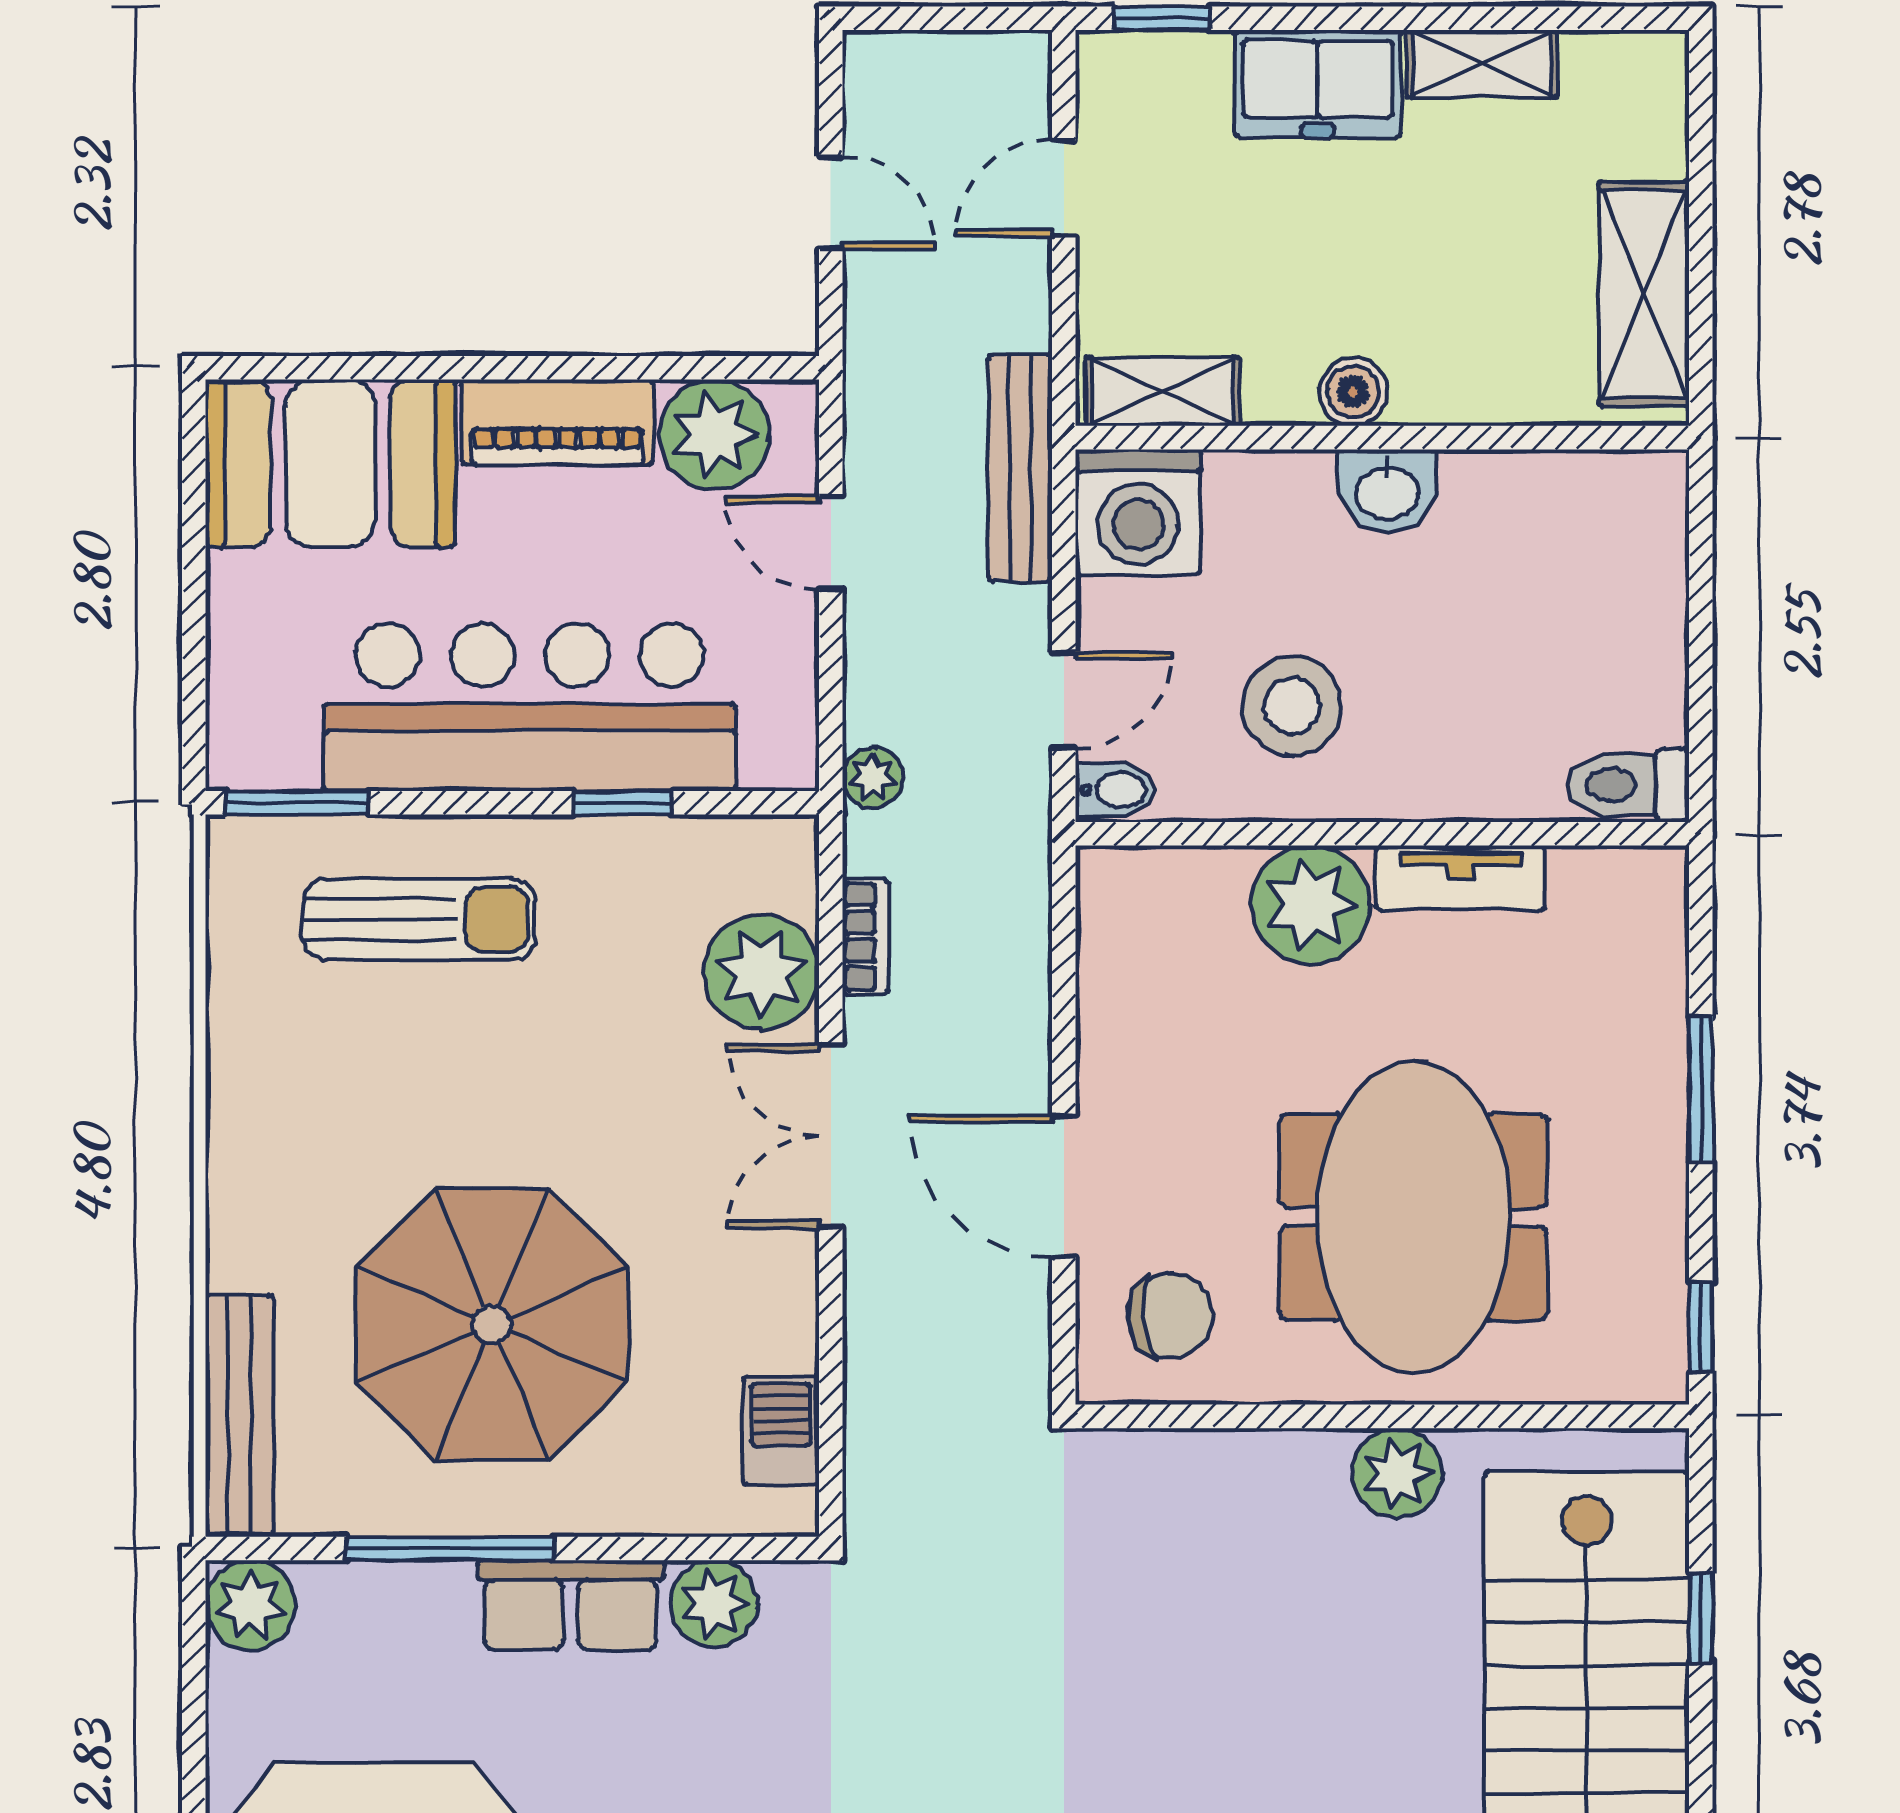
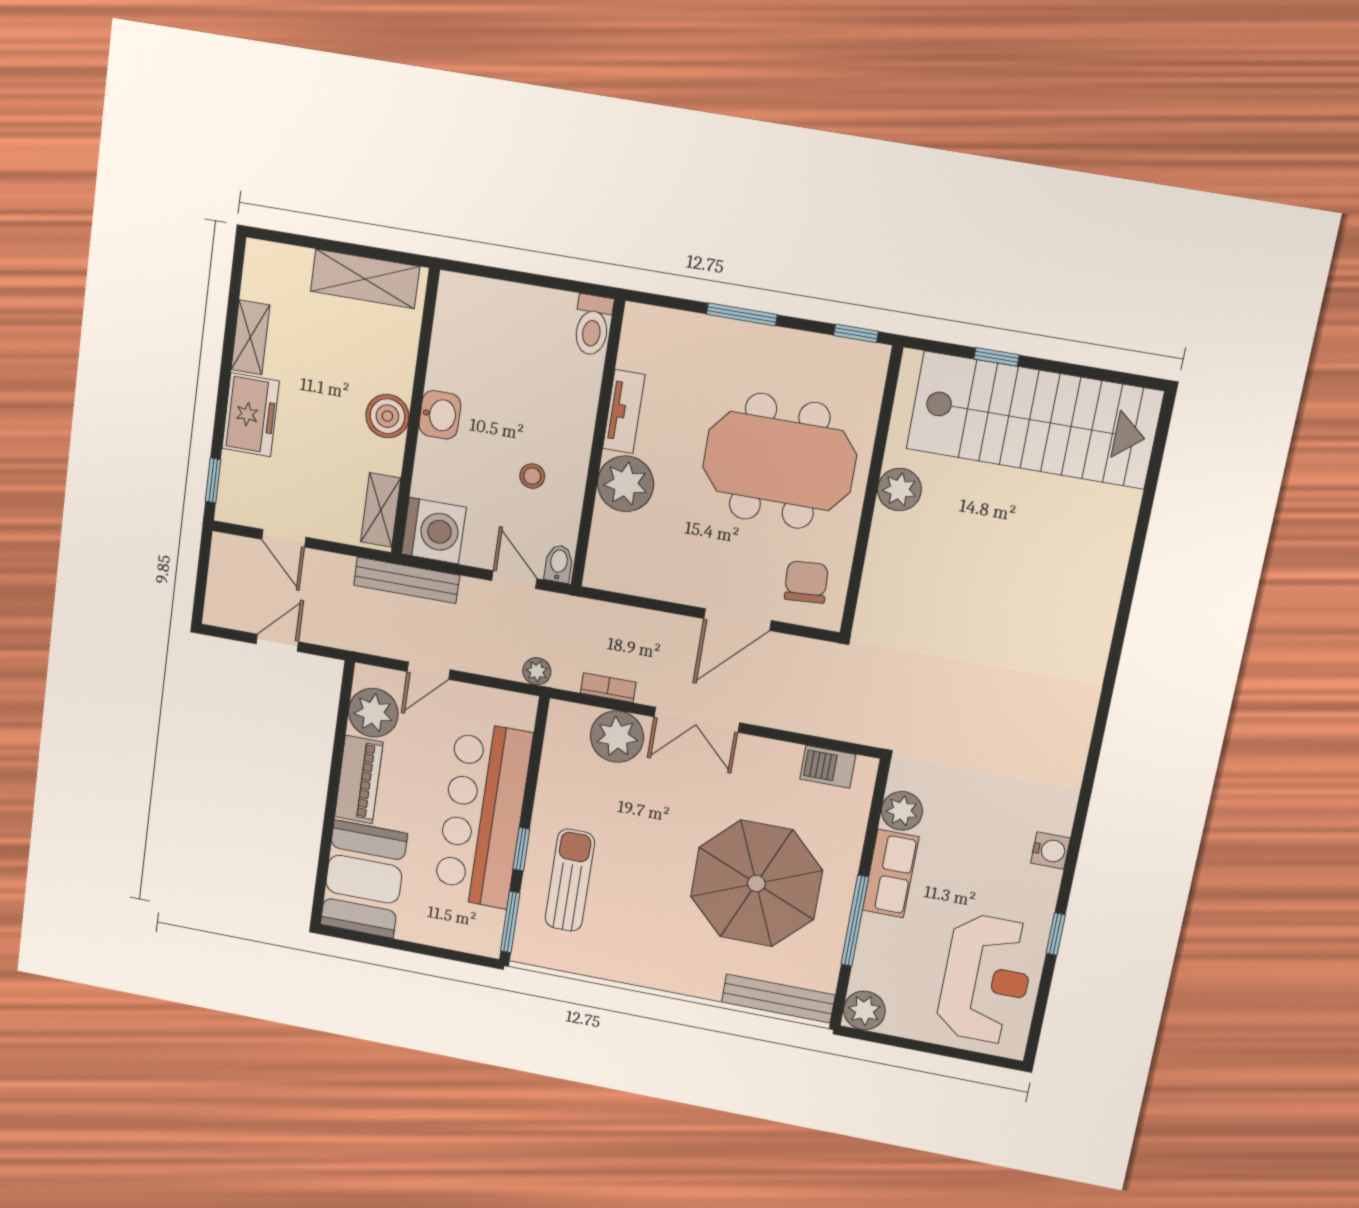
boiler: (1353, 392) -> (387, 416), width x1.36, depth x1.36
stool: (1292, 706) -> (532, 476), width x0.53, depth x0.53
window: (623, 803) -> (521, 849), moved

